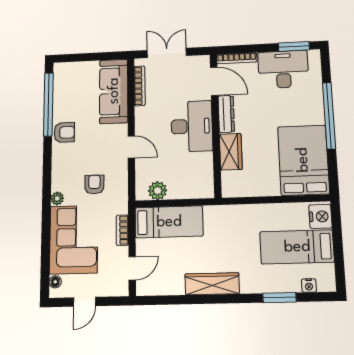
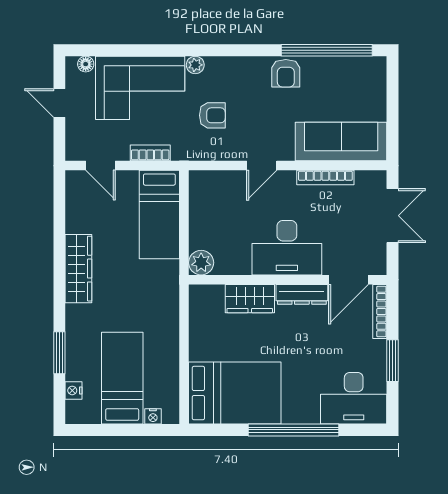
window: (294, 46) -> (393, 361), moved
desk: (283, 69) -> (354, 398), moved, turned 90
bookcase: (140, 86) -> (325, 178), moved
plant: (158, 191) -> (201, 263), moved
nightstand: (320, 216) -> (153, 416), width x0.53, depth x0.56

